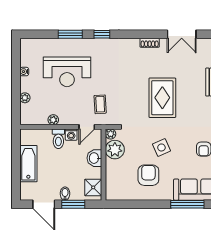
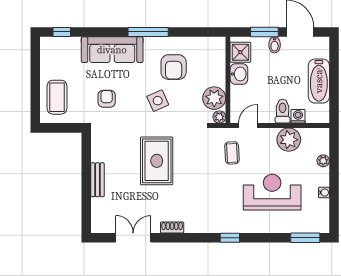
window: (70, 34) -> (305, 238), moved
plant: (53, 120) -> (289, 140), width x1.88, depth x1.88
washing machine: (71, 135) -> (298, 116), moved
washbasin: (94, 158) -> (239, 74), moved
window: (187, 204) -> (148, 32), moved

